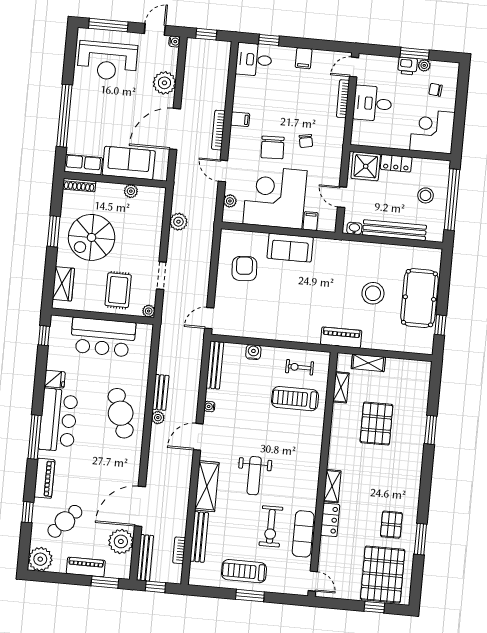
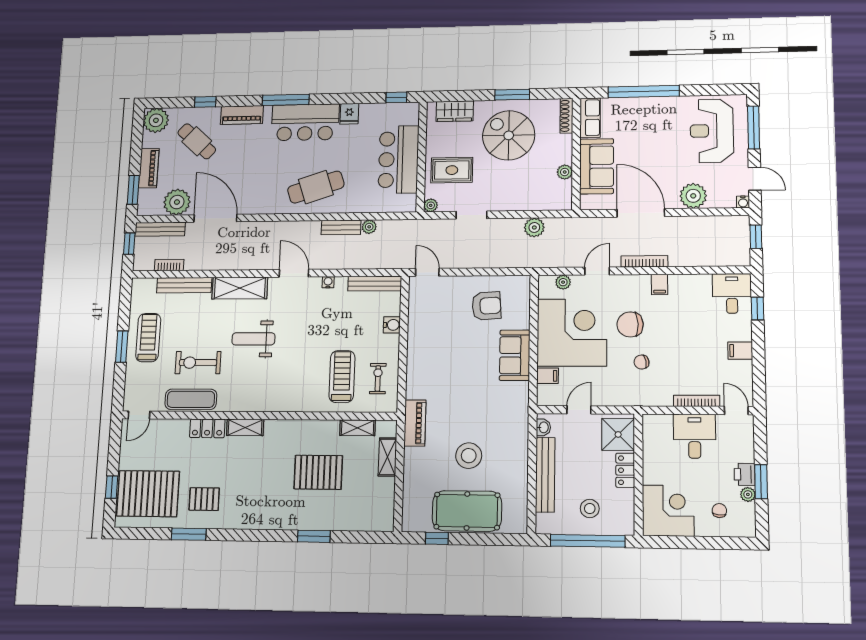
plant: (158, 418) -> (369, 227), moved

